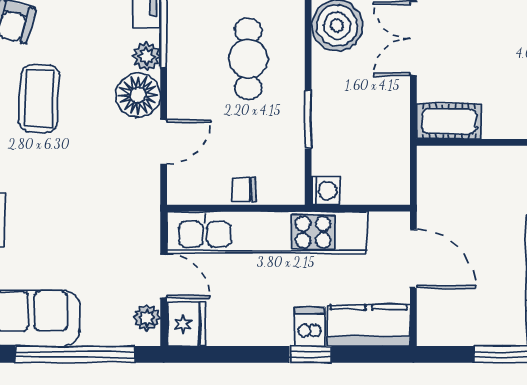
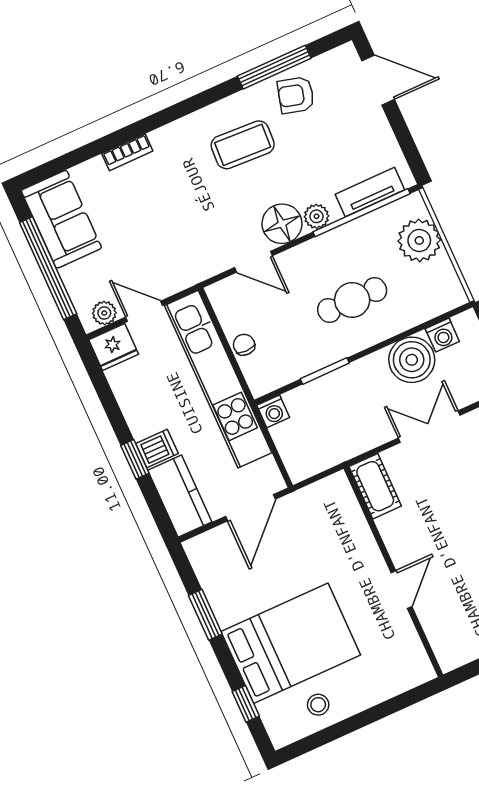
door: (164, 276) -> (144, 311), swing flipped

